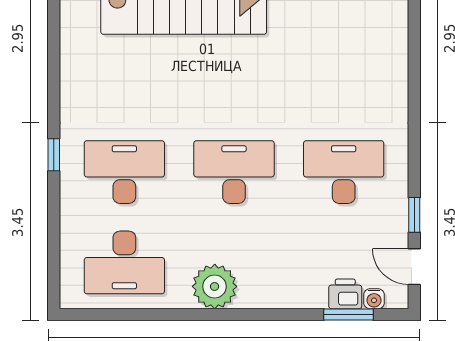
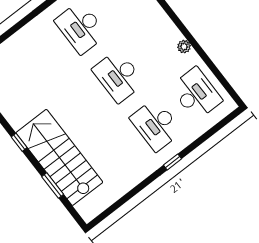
plant: (215, 286) -> (184, 47), width x0.53, depth x0.53

